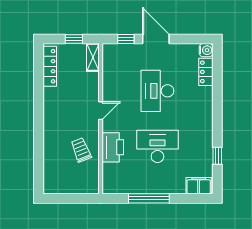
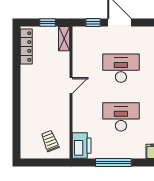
desk: (157, 91) -> (121, 68), turned 90
printer: (113, 147) -> (82, 146), moved
trolley: (81, 150) -> (50, 141), moved

